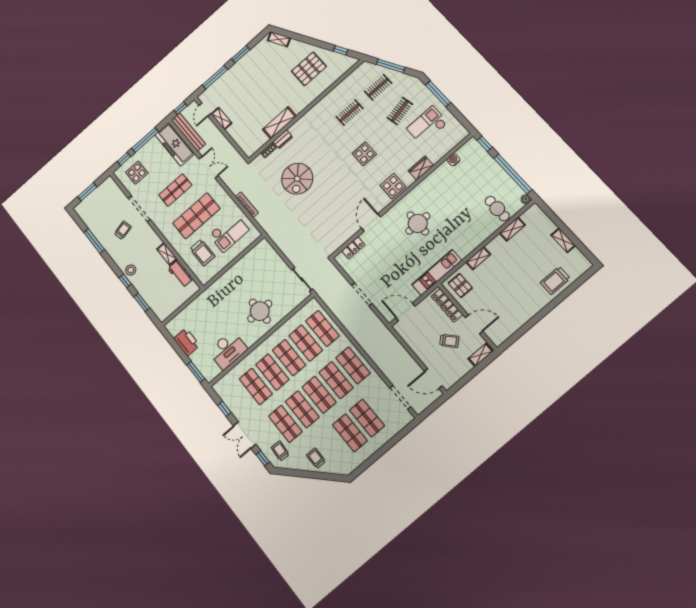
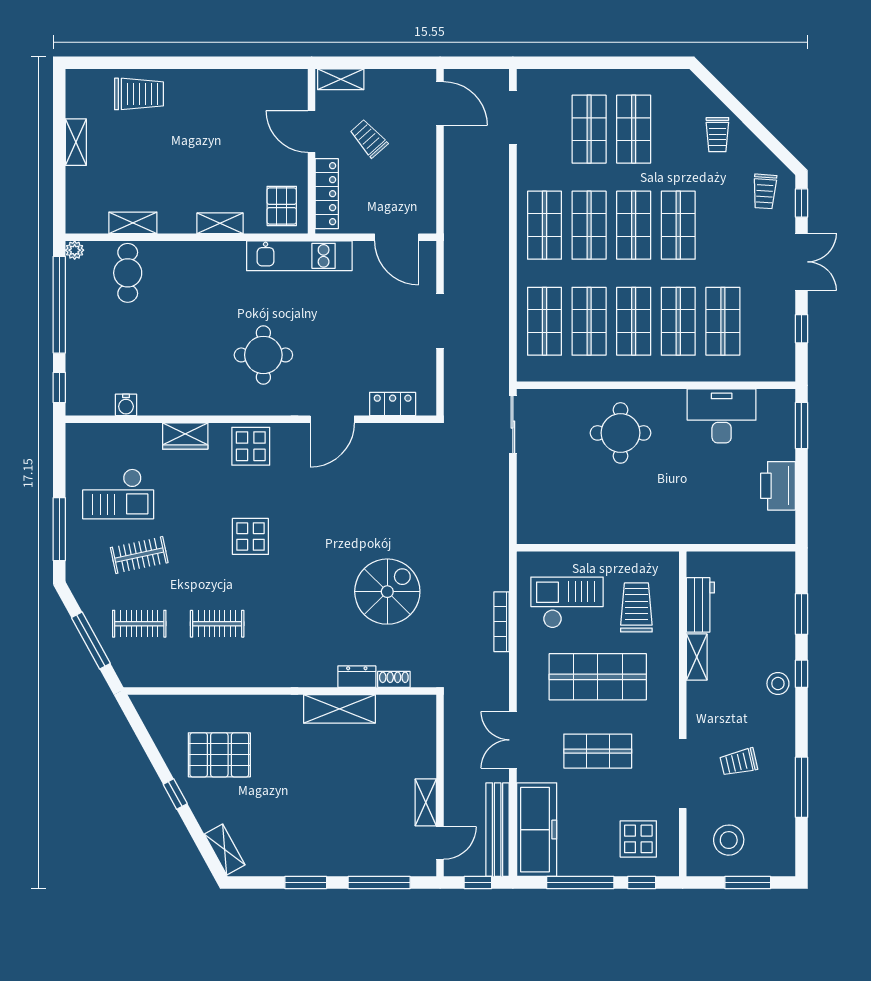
window: (341, 50) -> (175, 794), moved
stool: (105, 200) -> (729, 840), added
shop shelf: (285, 424) -> (723, 225), removed

